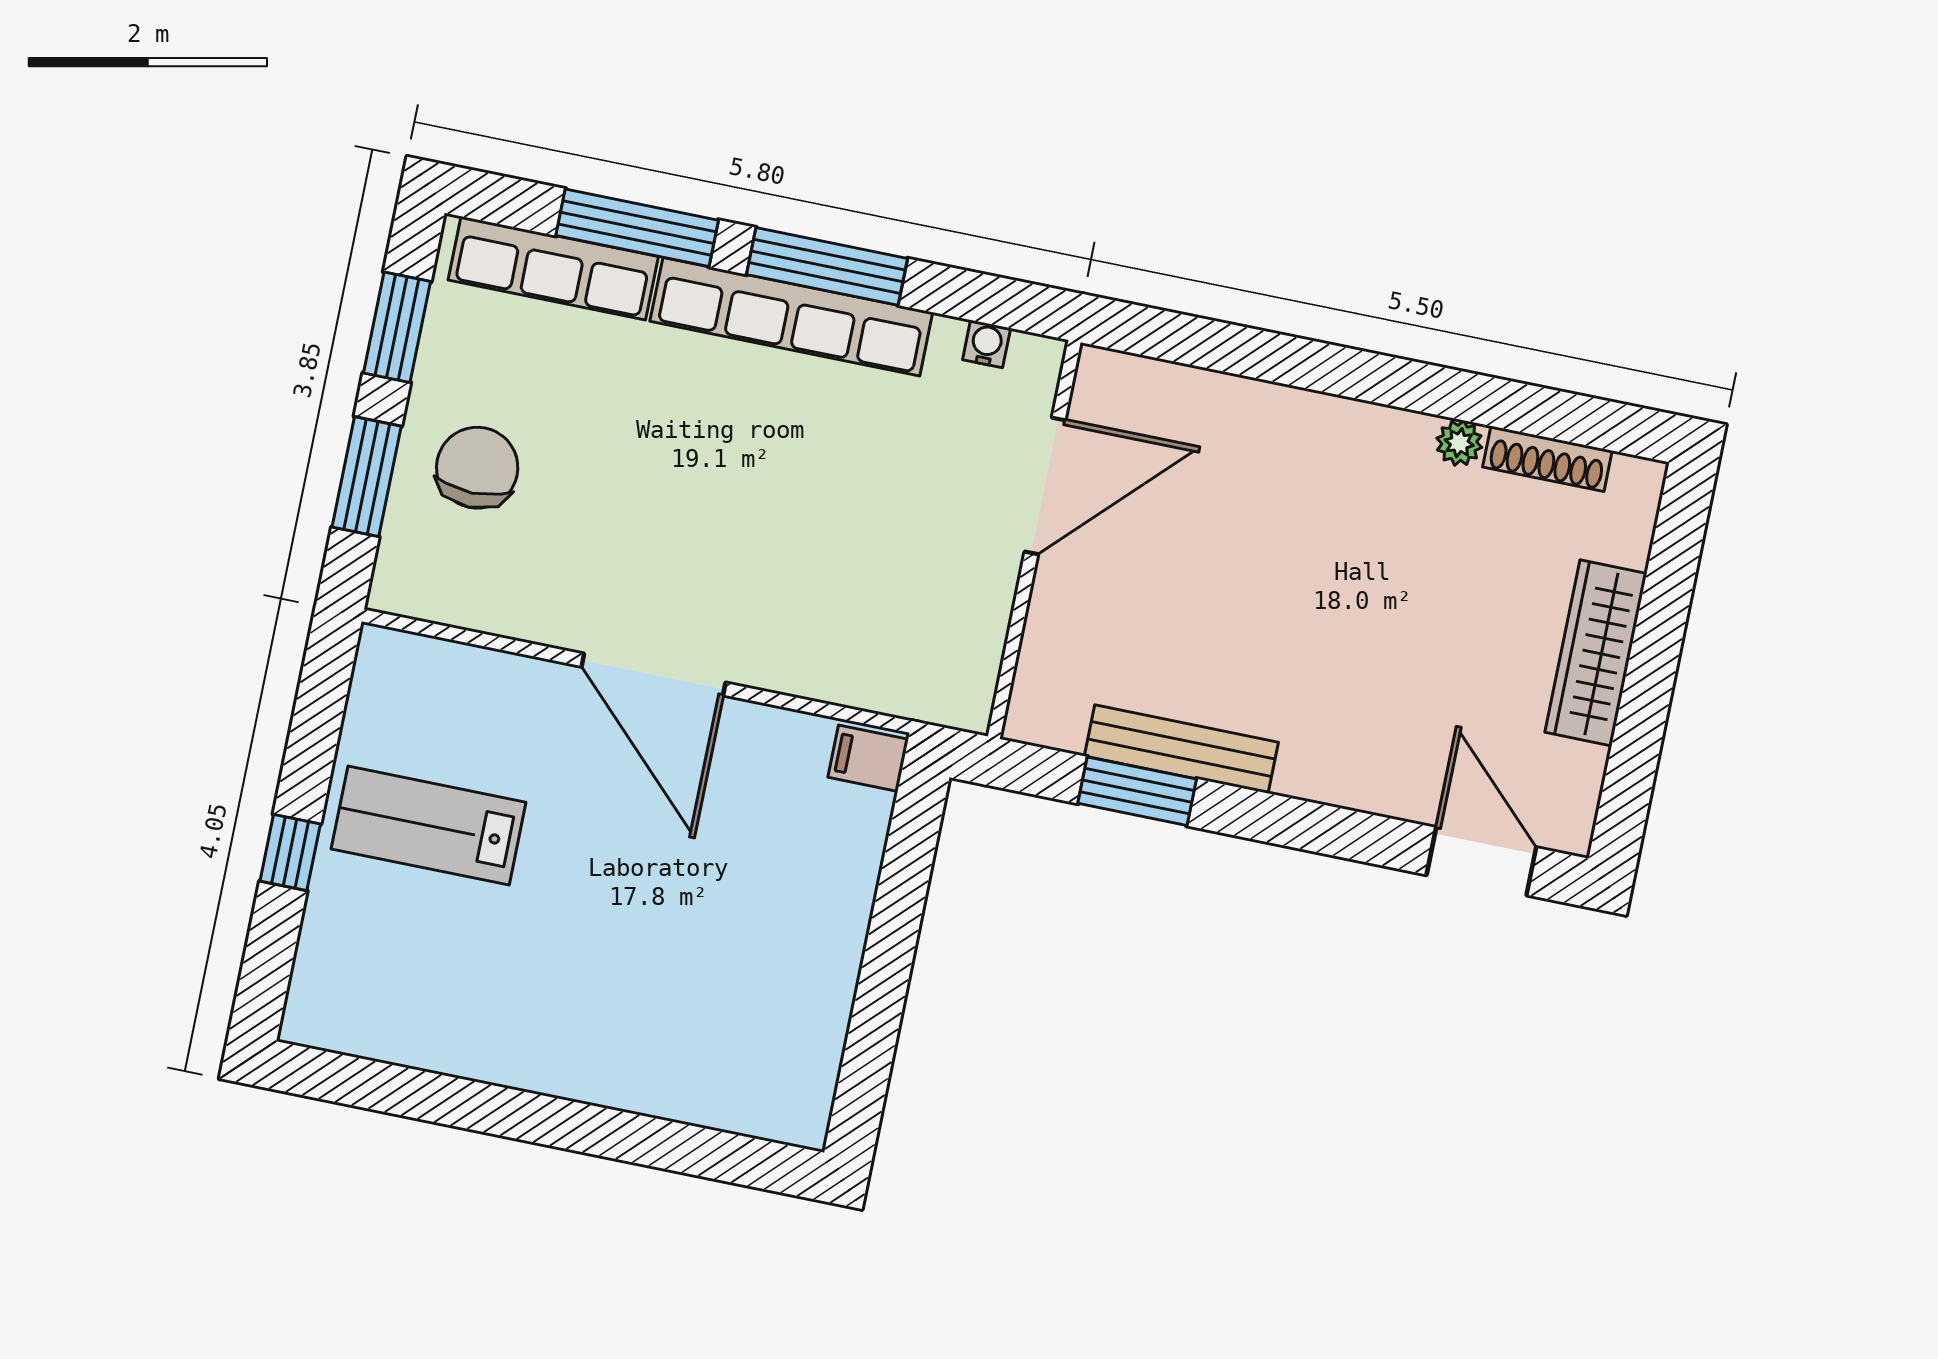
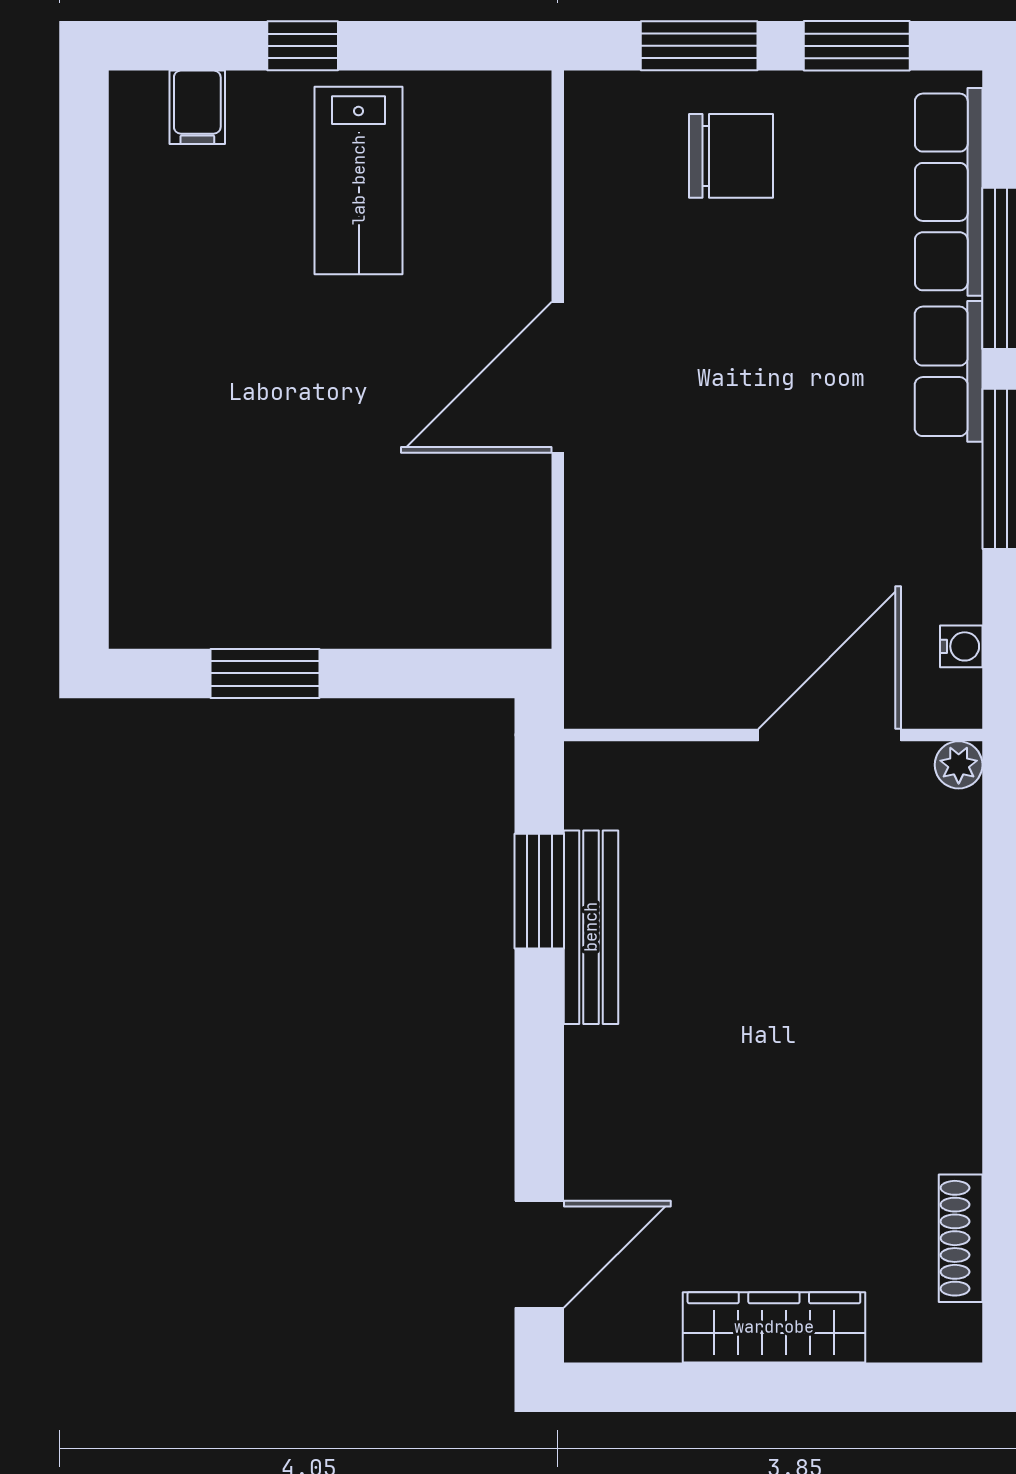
row of seats: (791, 317) -> (949, 371), width x0.50
plant: (1459, 443) -> (959, 765), moved
door: (1045, 486) -> (830, 735), swing flipped
filing cabinet: (868, 758) -> (197, 107), moved, turned 180
lab bench: (429, 826) -> (359, 180), turned 180
window: (878, 1009) -> (265, 673), added

